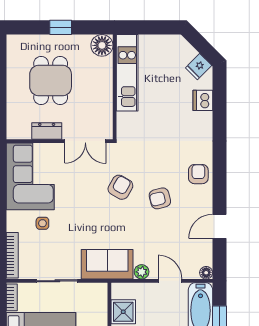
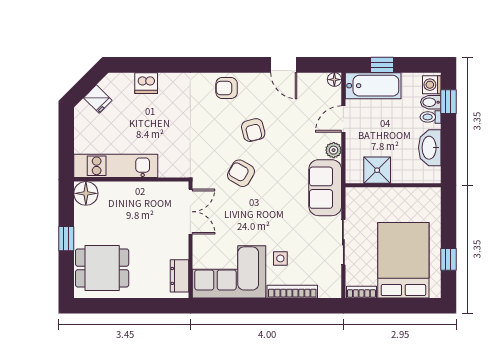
fridge: (199, 67) -> (98, 99), moved
dining table: (51, 81) -> (102, 268), moved
dresser: (47, 131) -> (179, 276), moved
bookcase: (12, 255) -> (292, 292), moved

